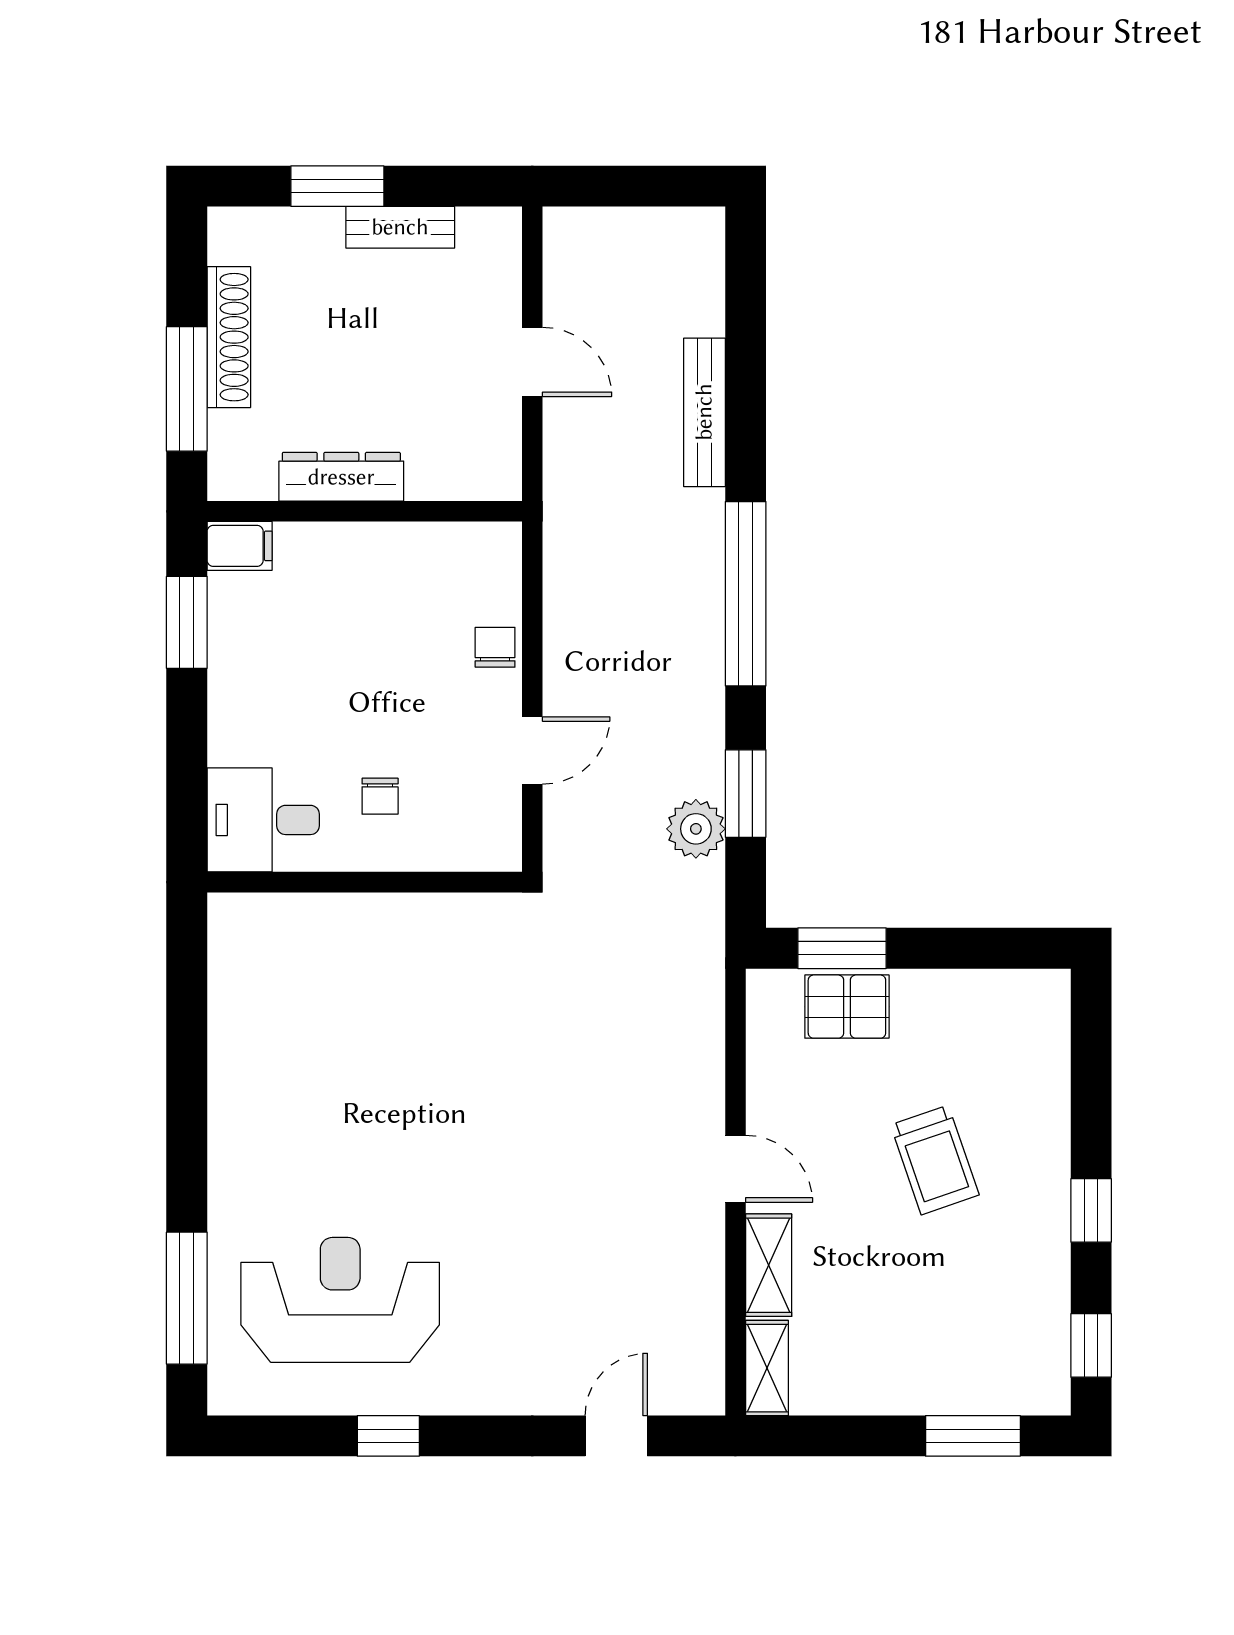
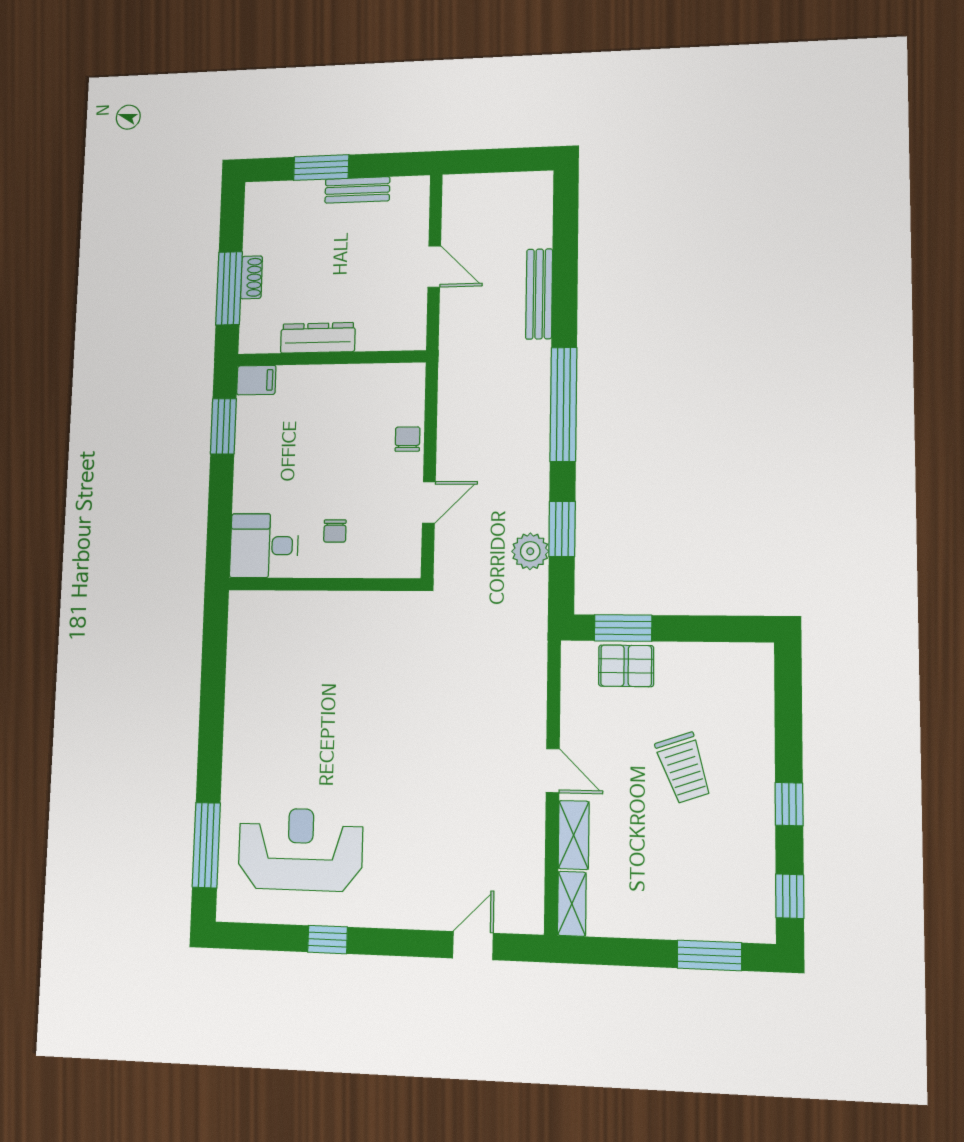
shoe rack: (229, 337) -> (251, 277), width x0.51, depth x0.81

